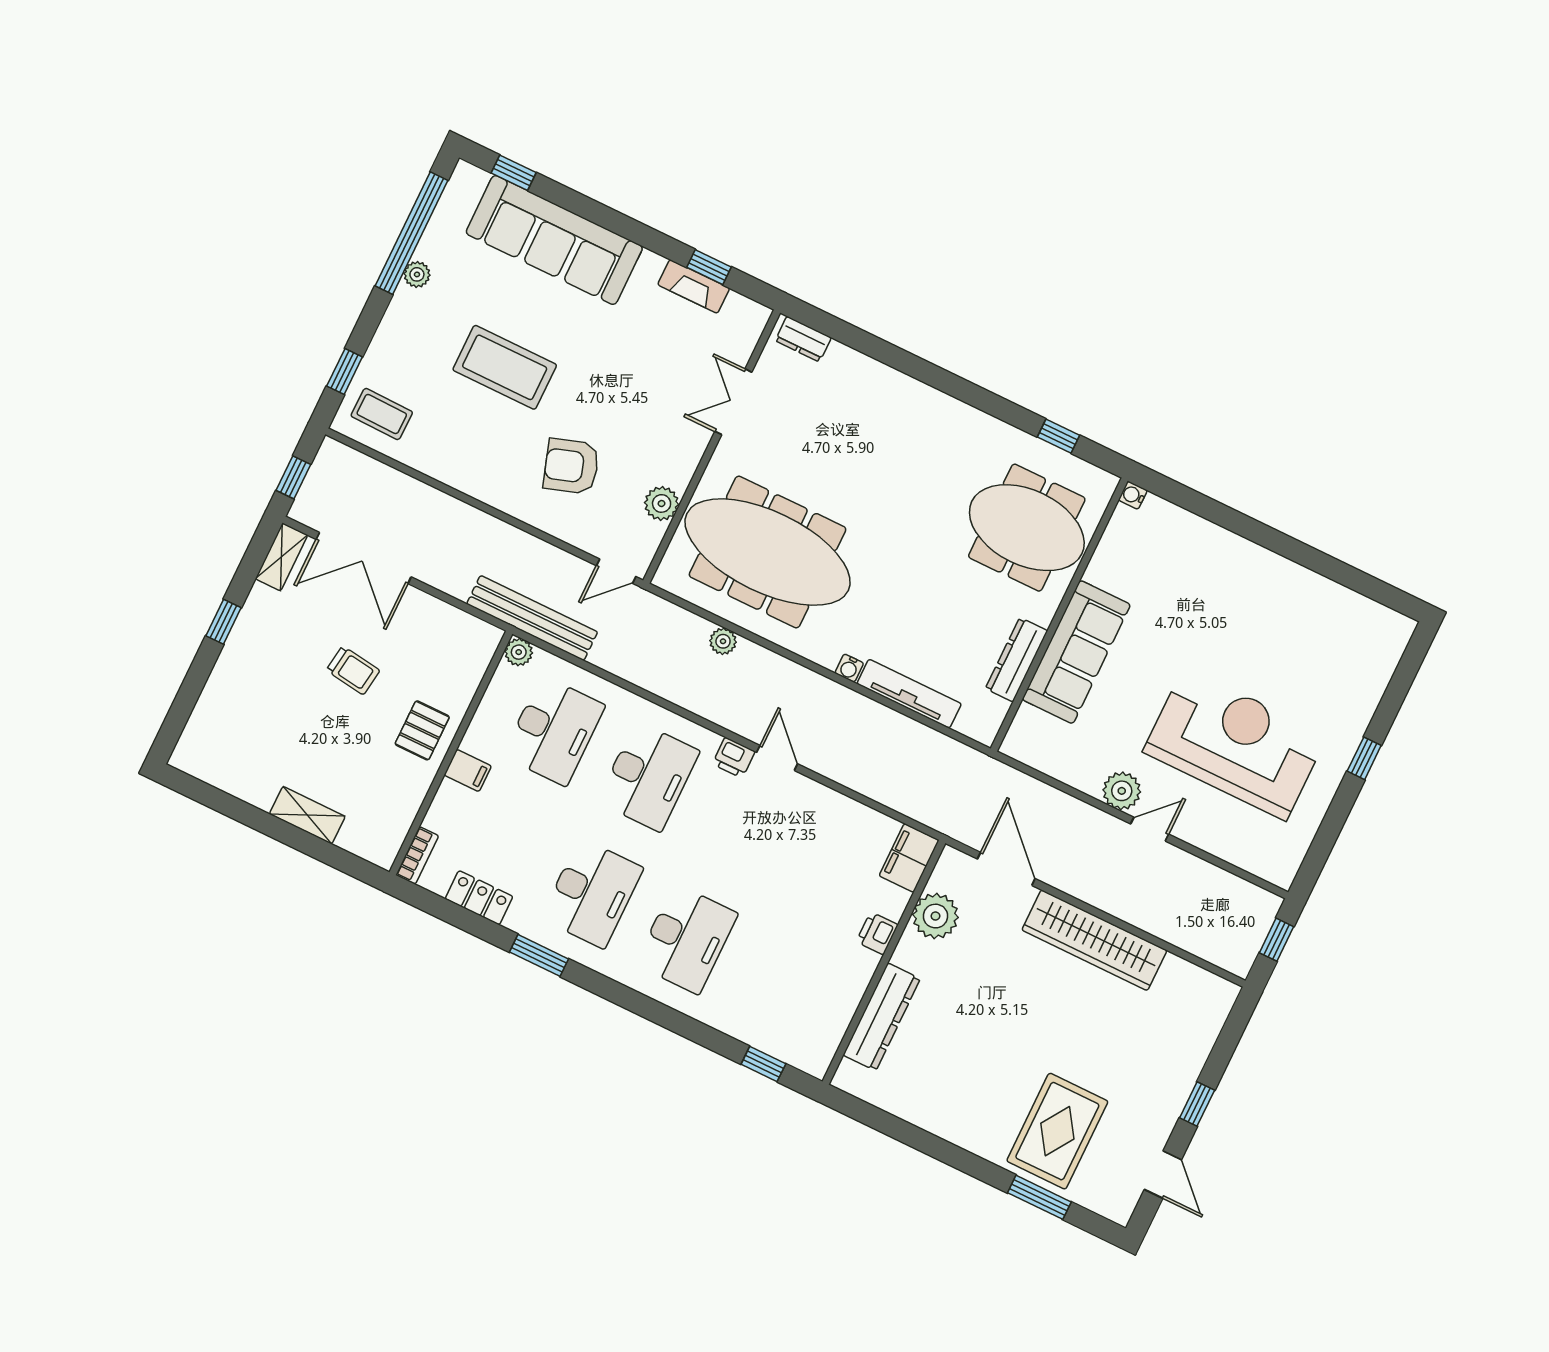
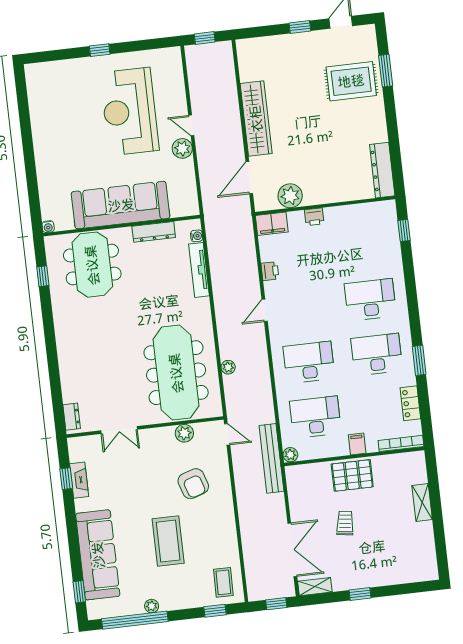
sofa: (1076, 652) -> (121, 205), width x1.36, depth x1.27
water cooler: (849, 668) -> (197, 236), moved
pallet: (422, 730) -> (352, 475), width x1.50, depth x1.42
printer: (734, 758) -> (270, 271), moved
bookcase: (417, 855) -> (401, 443), width x1.56
dresser: (882, 1017) -> (382, 170), moved, turned -90

